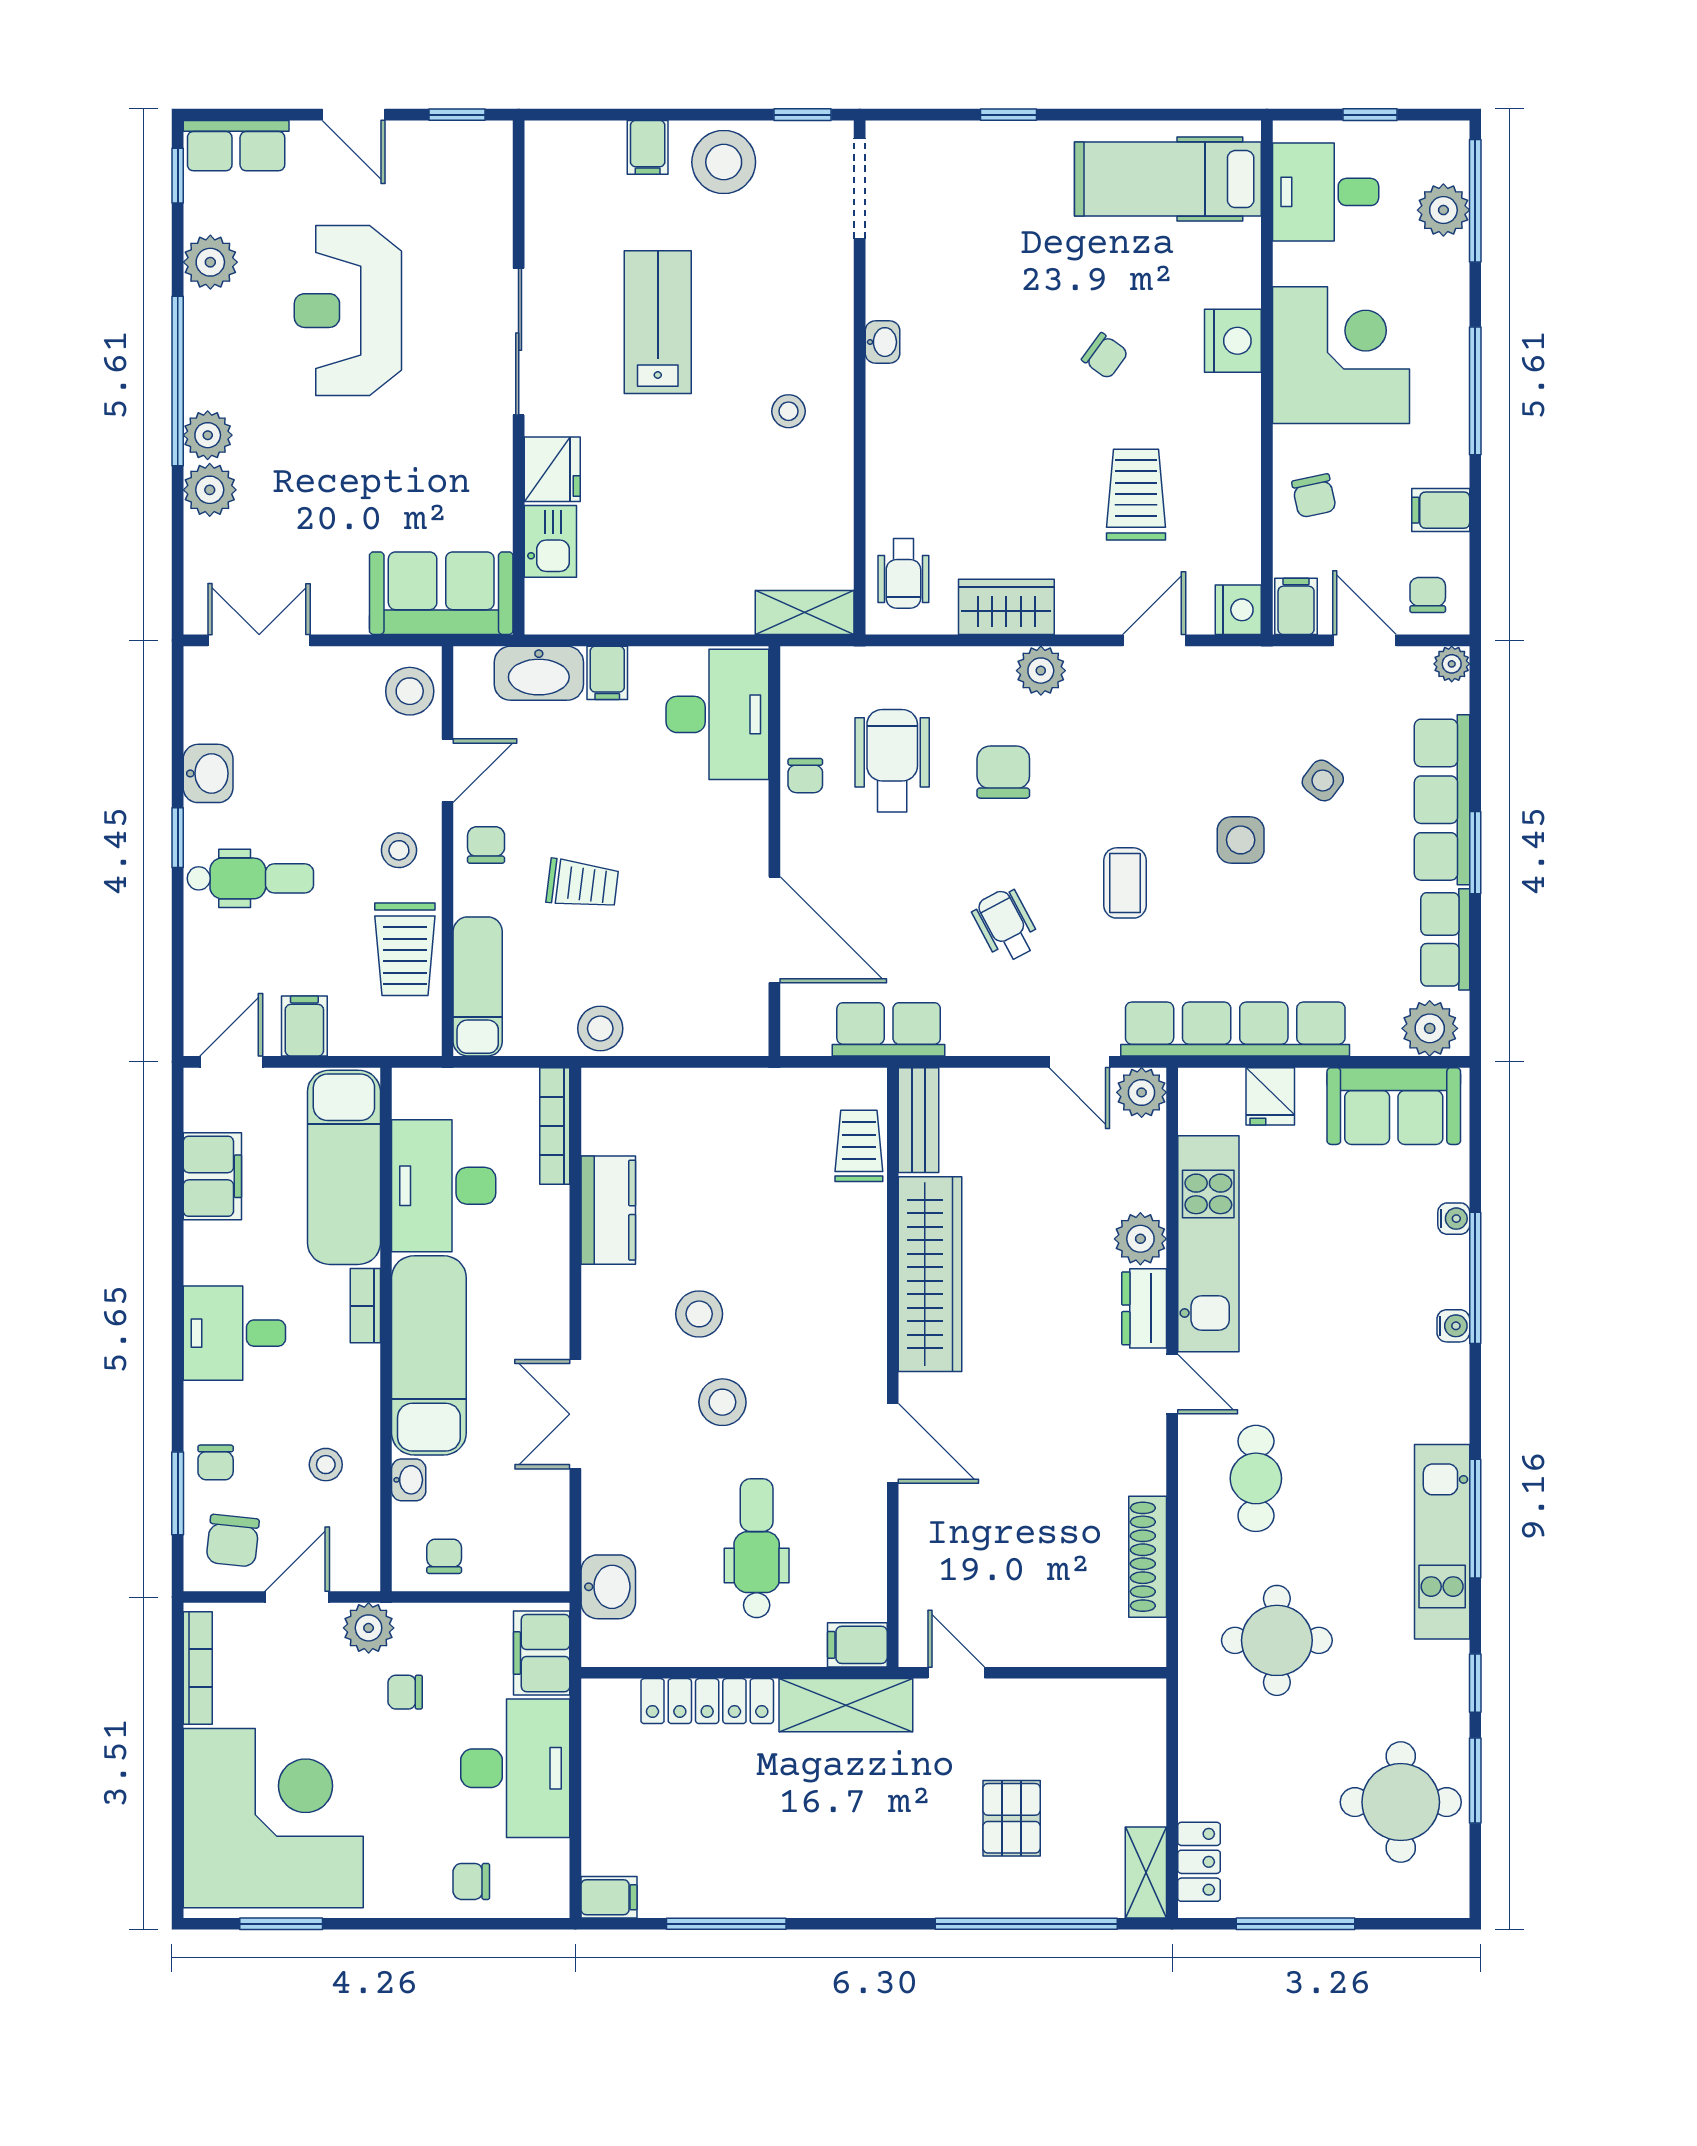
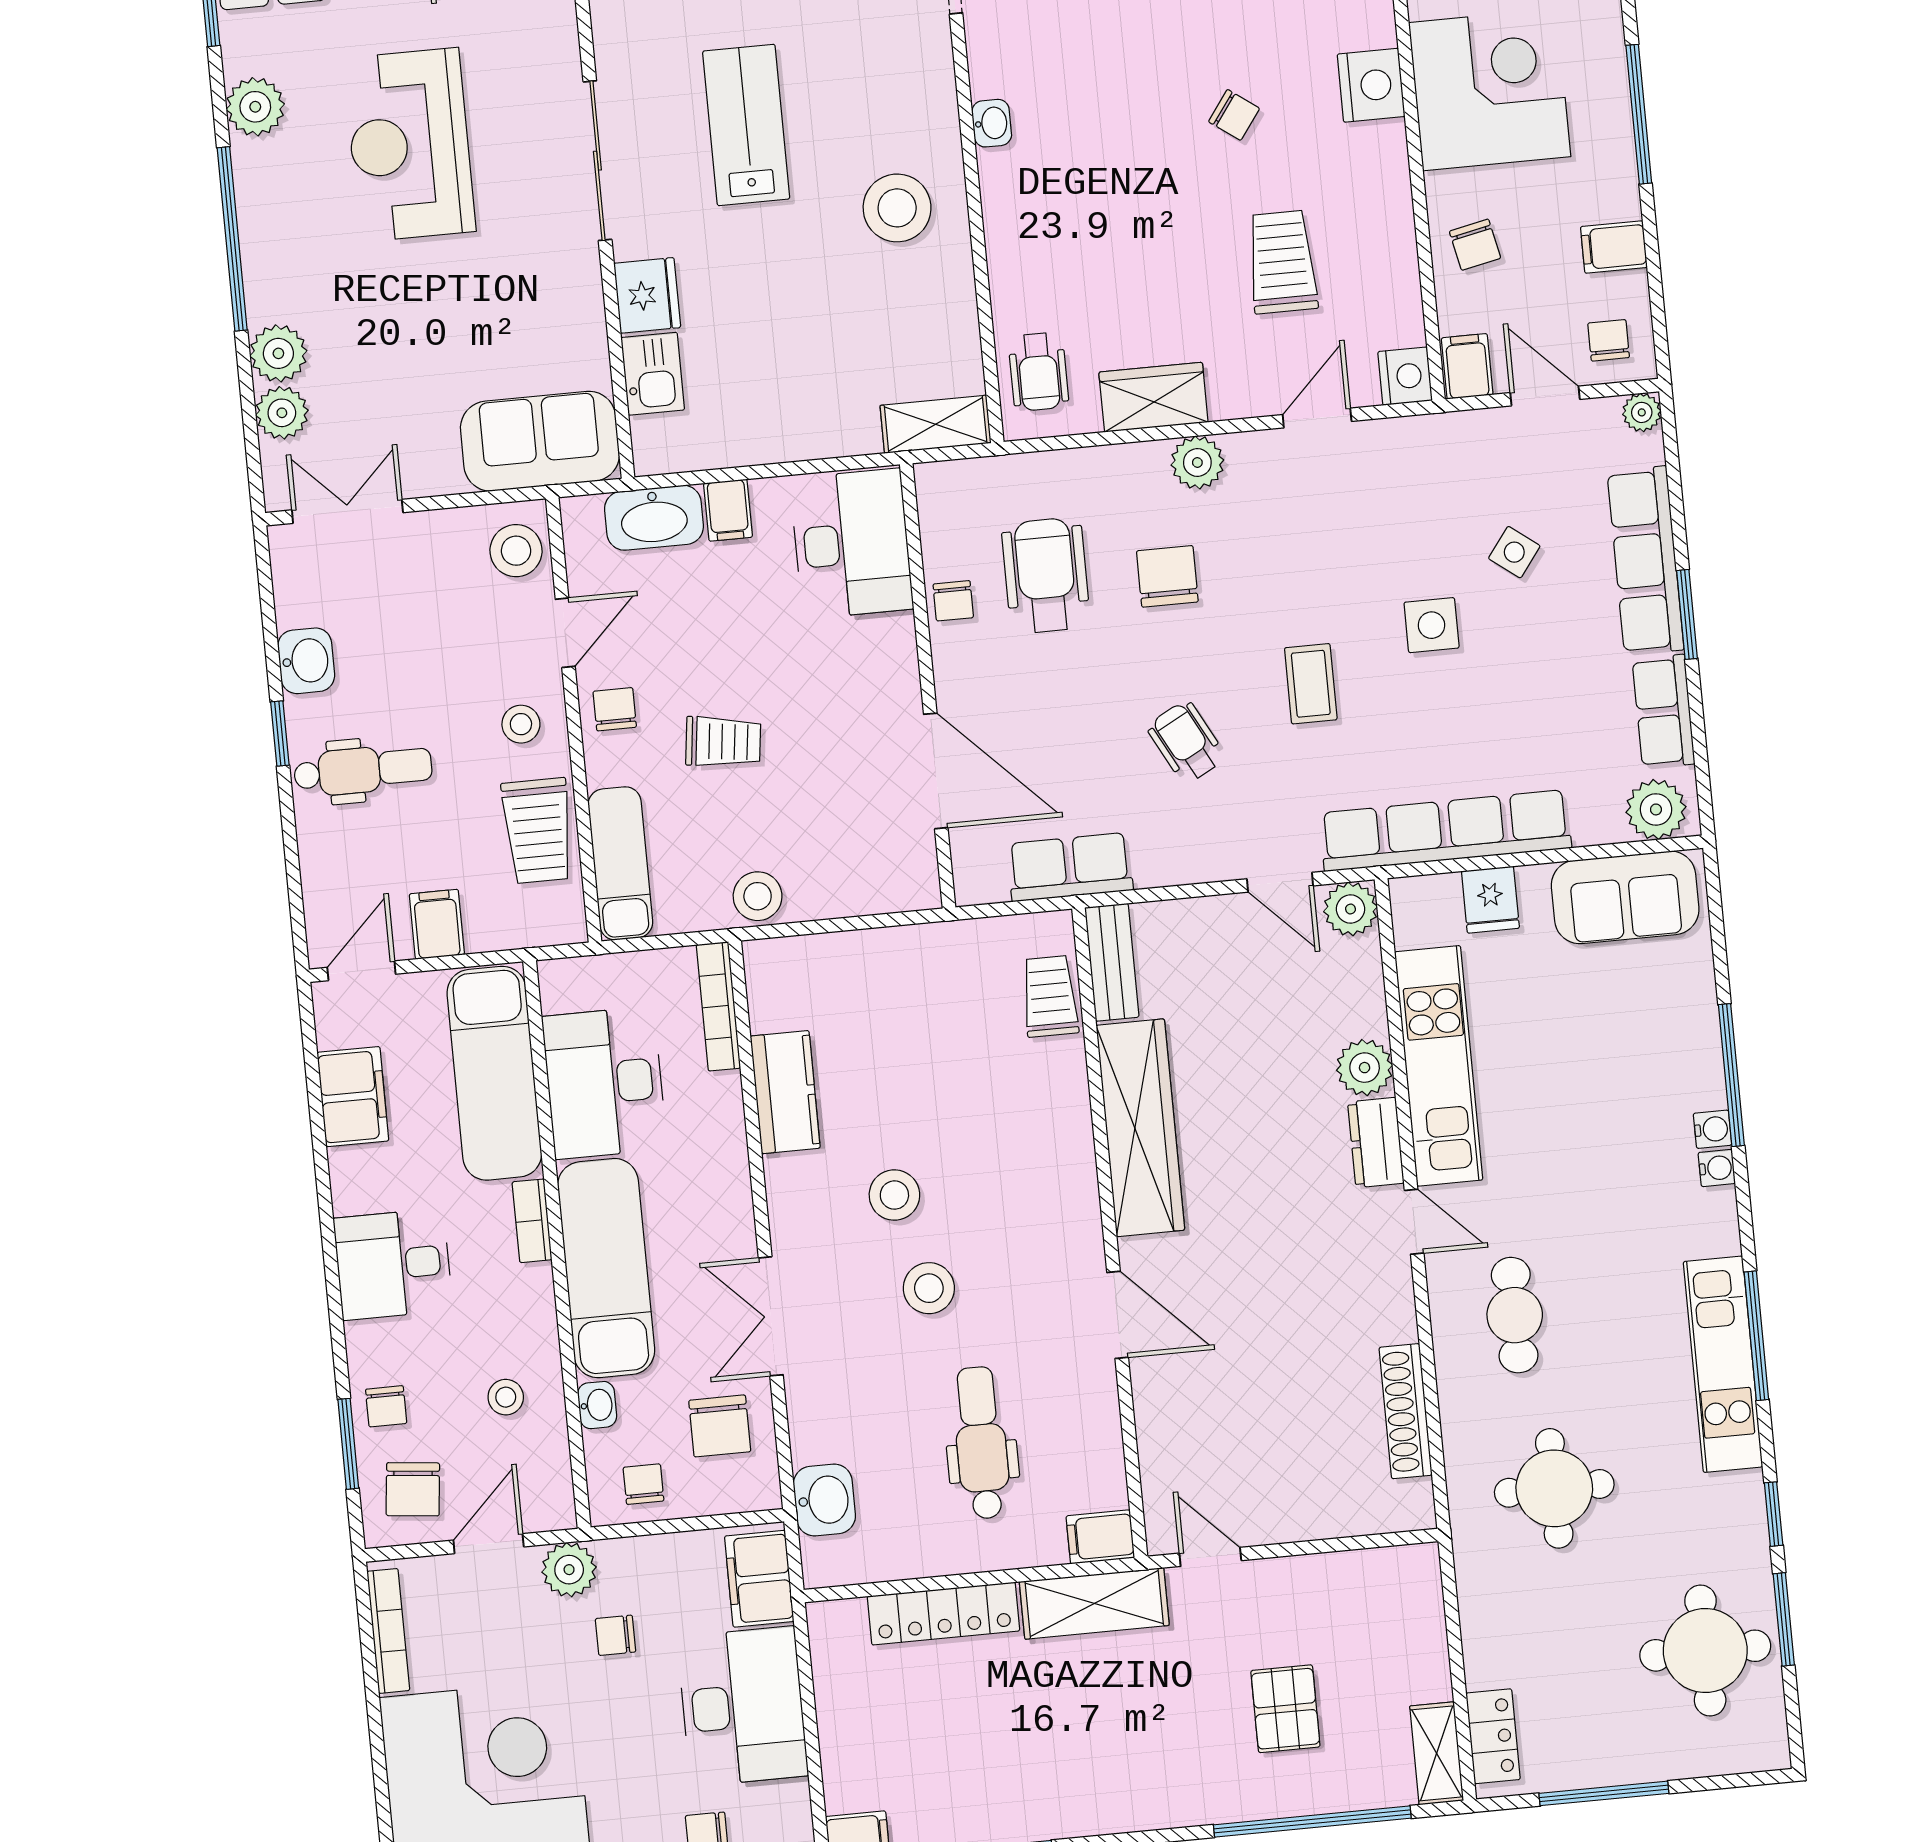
stool: (789, 411) -> (897, 208), width x1.89, depth x1.89
plant: (208, 435) -> (282, 413), moved
water cooler: (1454, 1219) -> (1717, 1168), moved
chair: (519, 1510) -> (720, 1426), added

